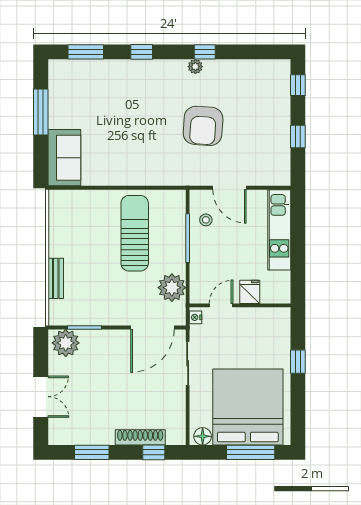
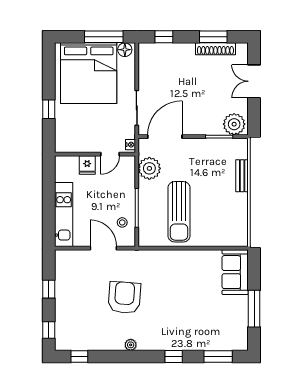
window: (205, 52) -> (79, 357), moved
shoe rack: (140, 437) -> (215, 49), moved
window: (251, 452) -> (104, 37), moved

